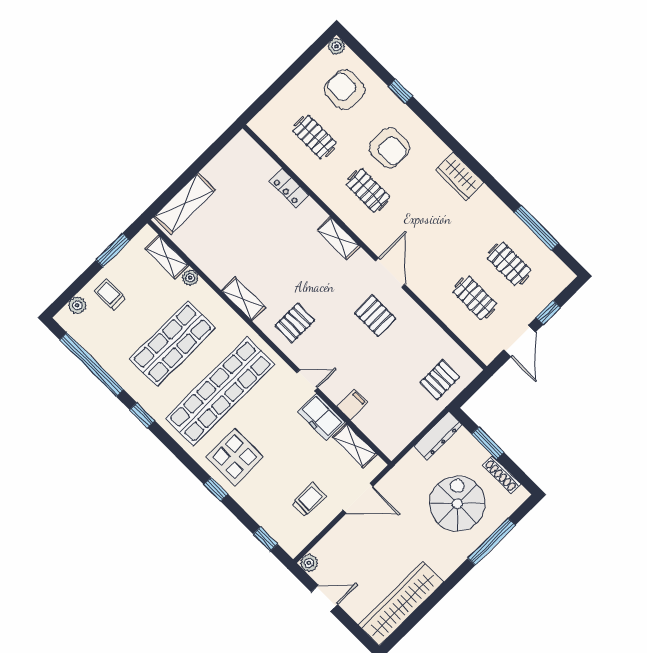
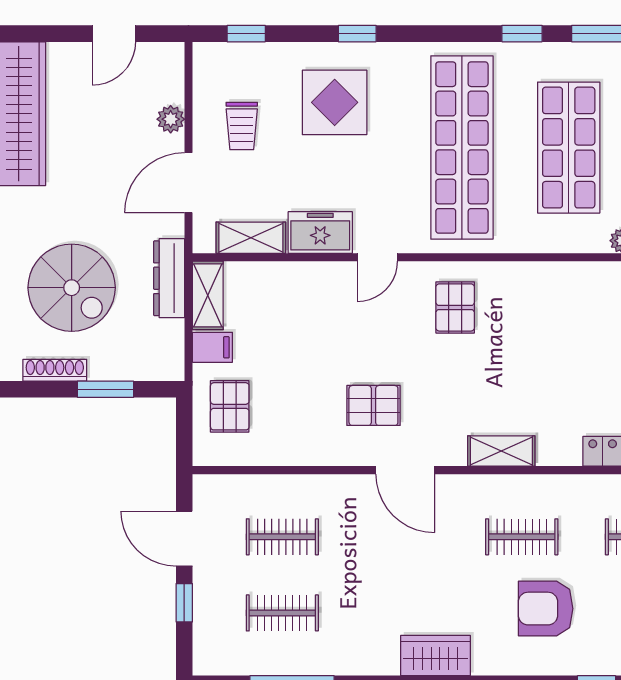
shelving: (243, 299) -> (208, 295), moved, turned 90
filing cabinet: (352, 404) -> (212, 347), moved, turned -90
dresser: (438, 436) -> (169, 278), moved
display table: (235, 457) -> (335, 102), moved
plant: (309, 563) -> (171, 119), moved

